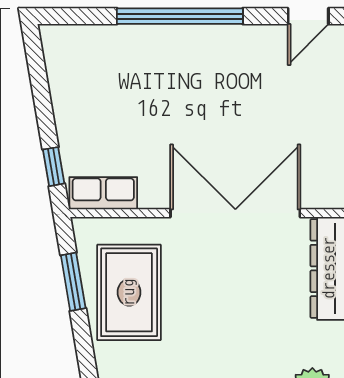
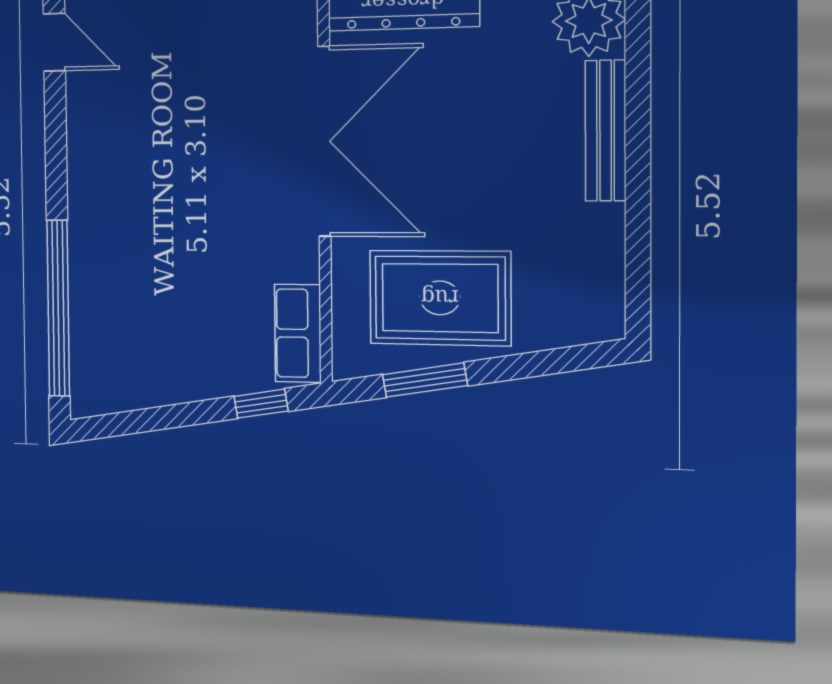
window: (180, 16) -> (58, 308), moved
double door: (235, 213) -> (324, 141), swing flipped

